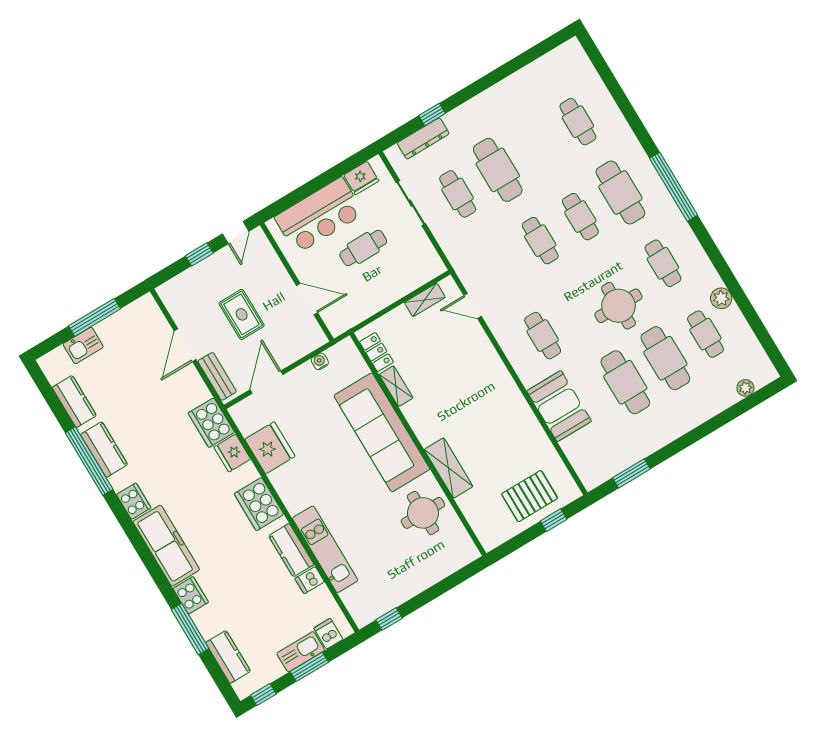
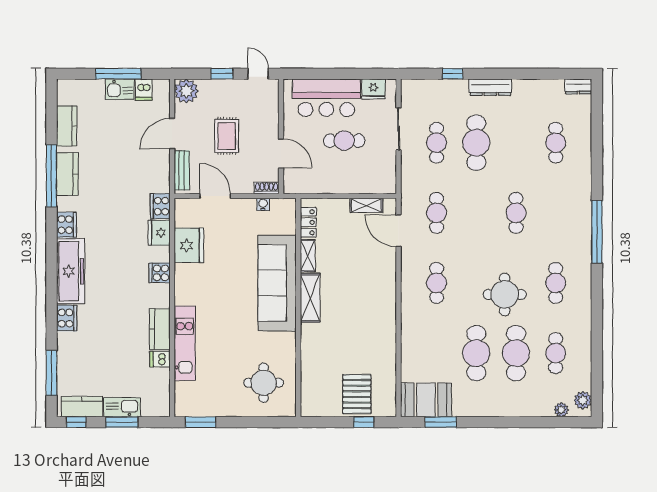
dresser: (567, 51) -> (578, 86), added
dresser: (423, 138) -> (490, 87), moved
cafe table: (620, 192) -> (556, 213), removed
door: (236, 233) -> (258, 74), swing flipped
cafe table: (540, 241) -> (437, 213), moved
plant: (174, 294) -> (186, 91), added
plant: (721, 298) -> (583, 400), moved
door: (473, 306) -> (398, 231), width x1.38
shoe rack: (314, 343) -> (267, 188), added
kitchen sink: (83, 345) -> (120, 89), moved
door: (266, 382) -> (215, 196), hinge flipped
booth: (559, 406) -> (426, 400), moved, turned 90
cooker: (211, 423) -> (160, 206), width x0.73, depth x0.76
shelving: (449, 468) -> (310, 298), moved
pallet: (530, 496) -> (357, 394), turned 90
cooker: (259, 504) -> (160, 273), width x0.53, depth x0.76
round table: (423, 513) -> (264, 383), moved
window: (389, 619) -> (201, 422), width x1.50
window: (190, 629) -> (51, 373), moved
dishwasher: (328, 634) -> (144, 90), moved, turned 180
kitchen counter: (228, 657) -> (82, 407), moved, turned -90

